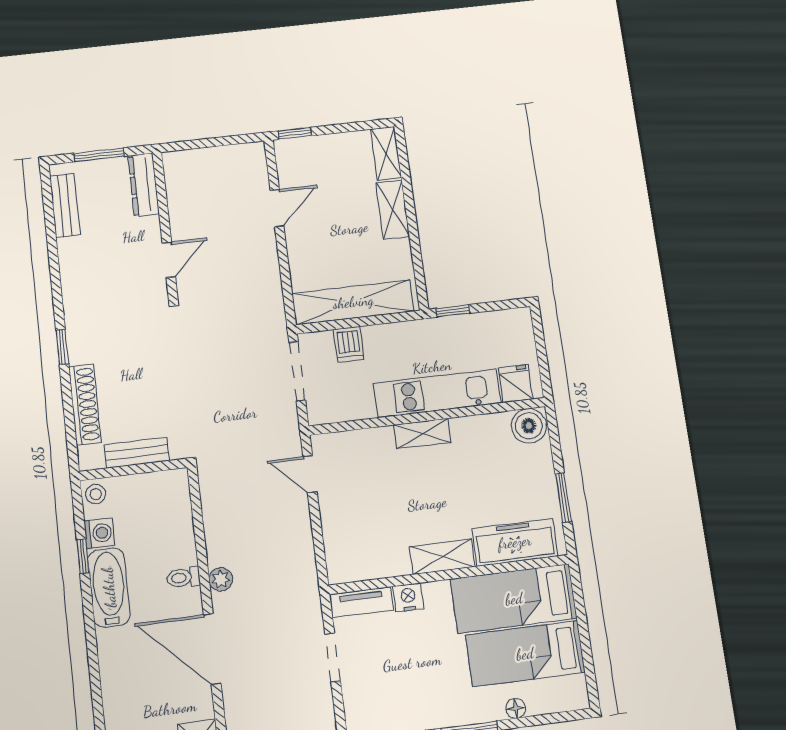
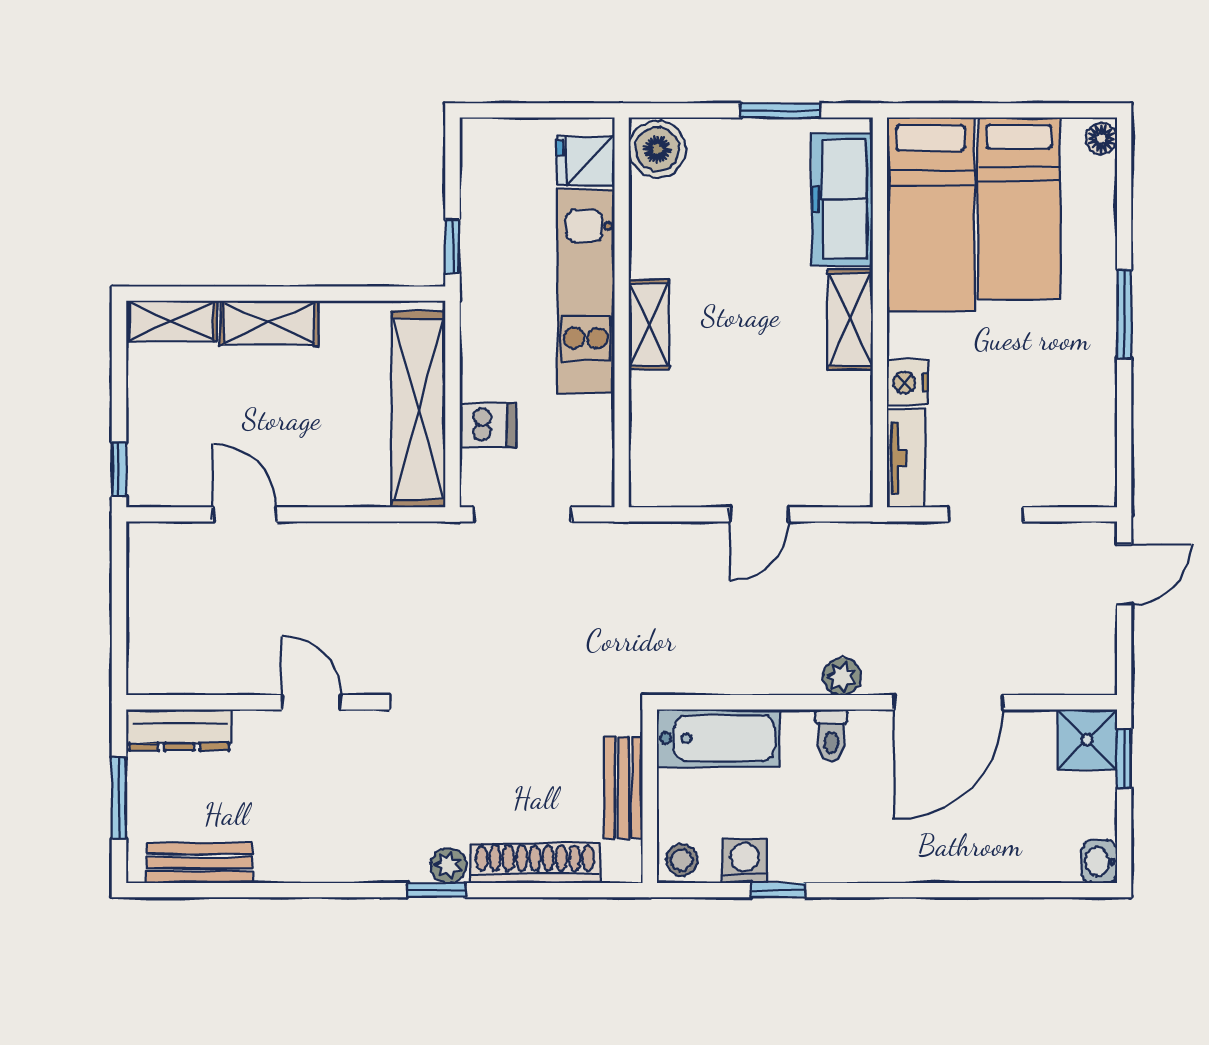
plant: (78, 353) -> (448, 865), added
door: (310, 474) -> (759, 514), moved
bathtub: (109, 587) -> (718, 738), moved, turned 180
floor lamp: (516, 708) -> (1102, 139), moved

